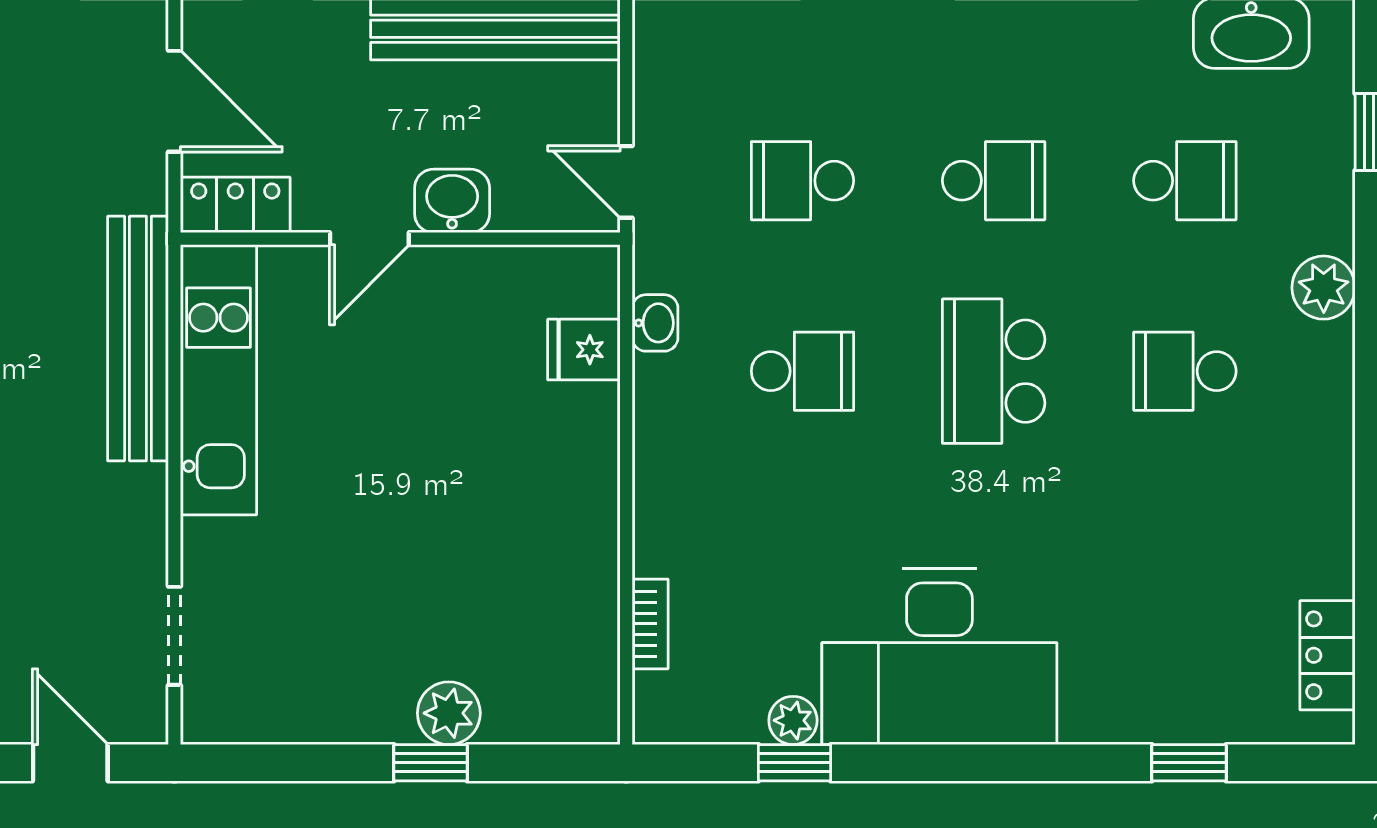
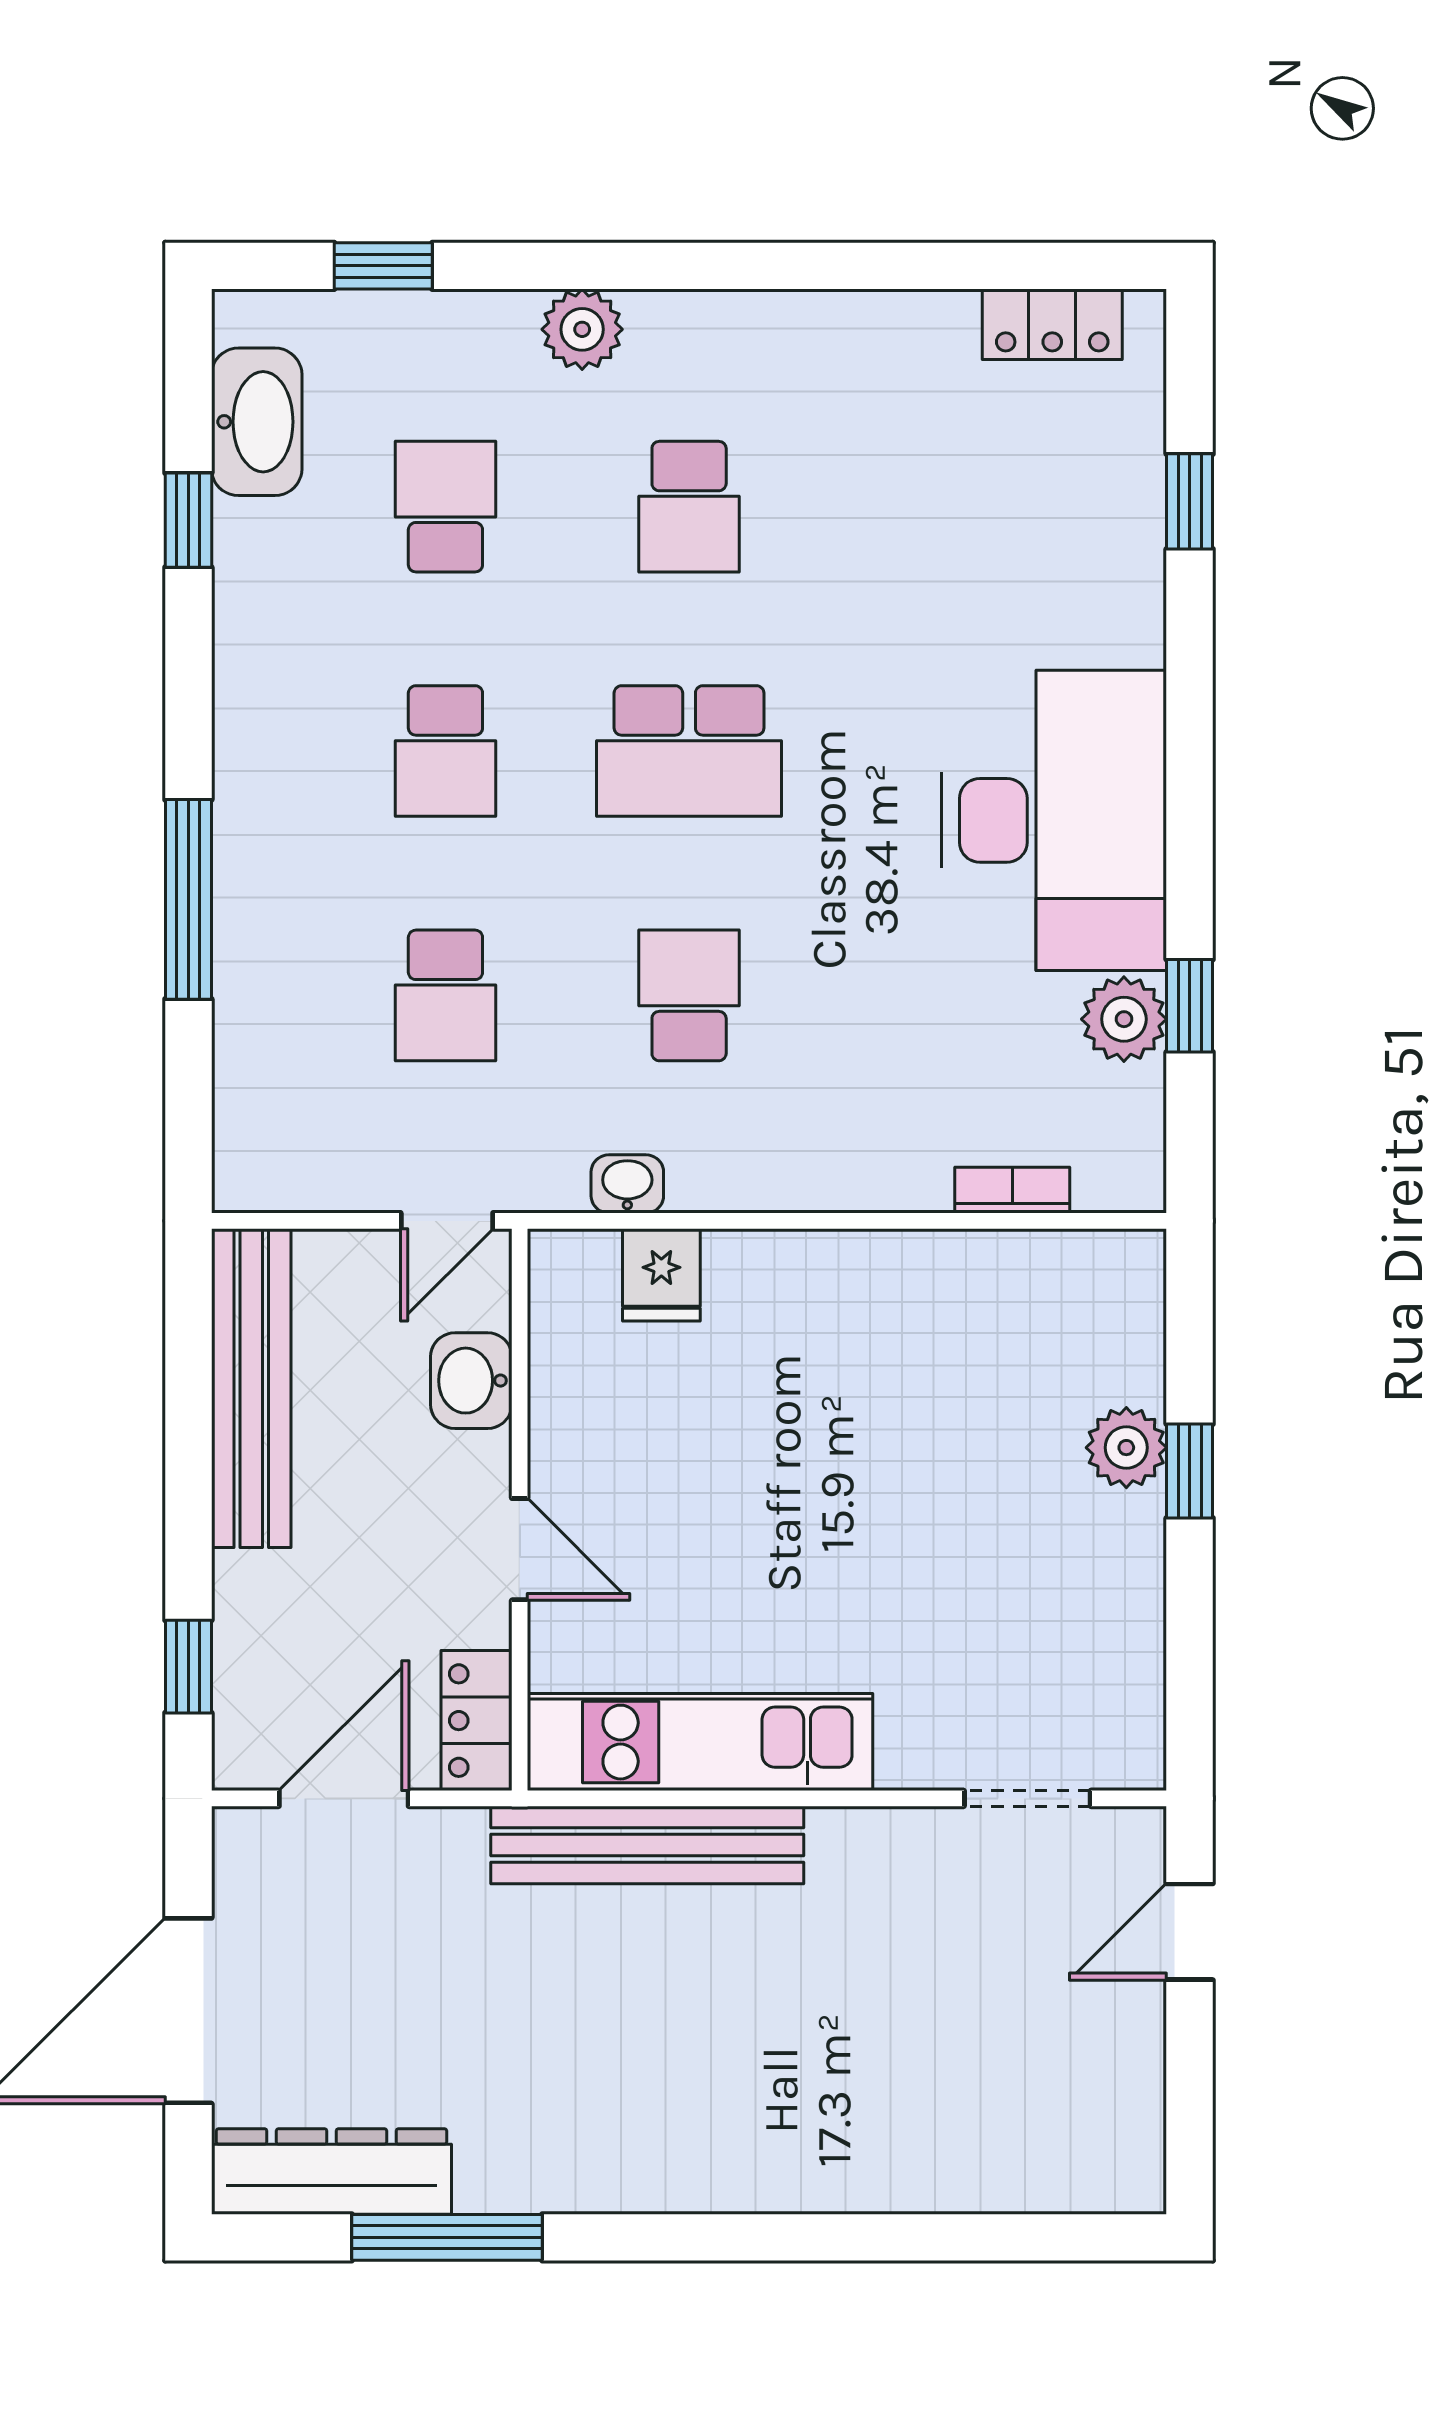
school desk: (994, 181) -> (445, 751), turned 180
washbasin: (452, 201) -> (471, 1381), moved
plant: (793, 720) -> (1124, 1019), width x1.38, depth x1.38

